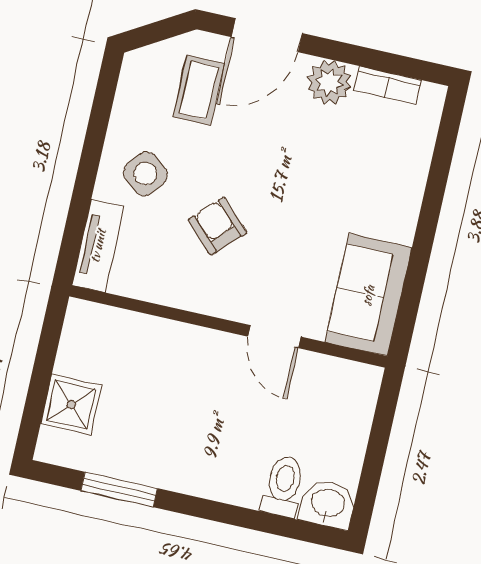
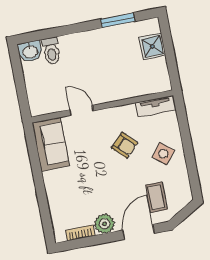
tv unit: (98, 246) -> (156, 106), moved, turned -90

